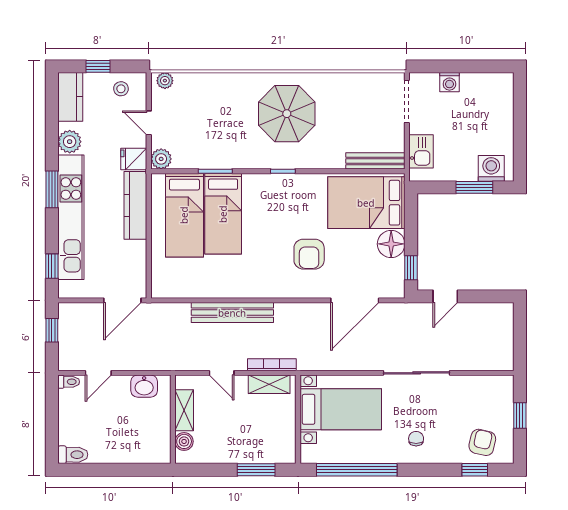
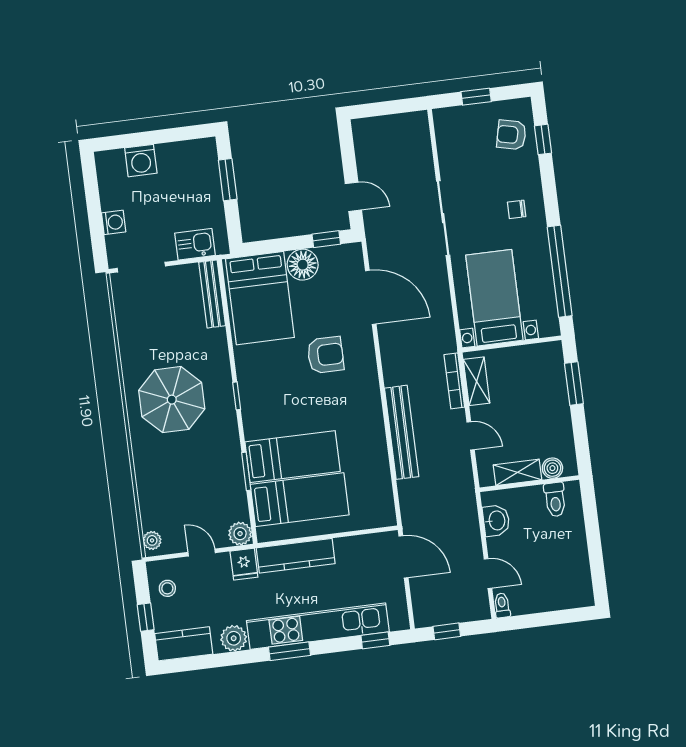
door: (149, 123) -> (202, 552), swing flipped
washing machine: (491, 168) -> (141, 161), moved, turned -90
door: (222, 373) -> (471, 436), hinge flipped
toilet: (73, 455) -> (555, 500), moved, turned 180

